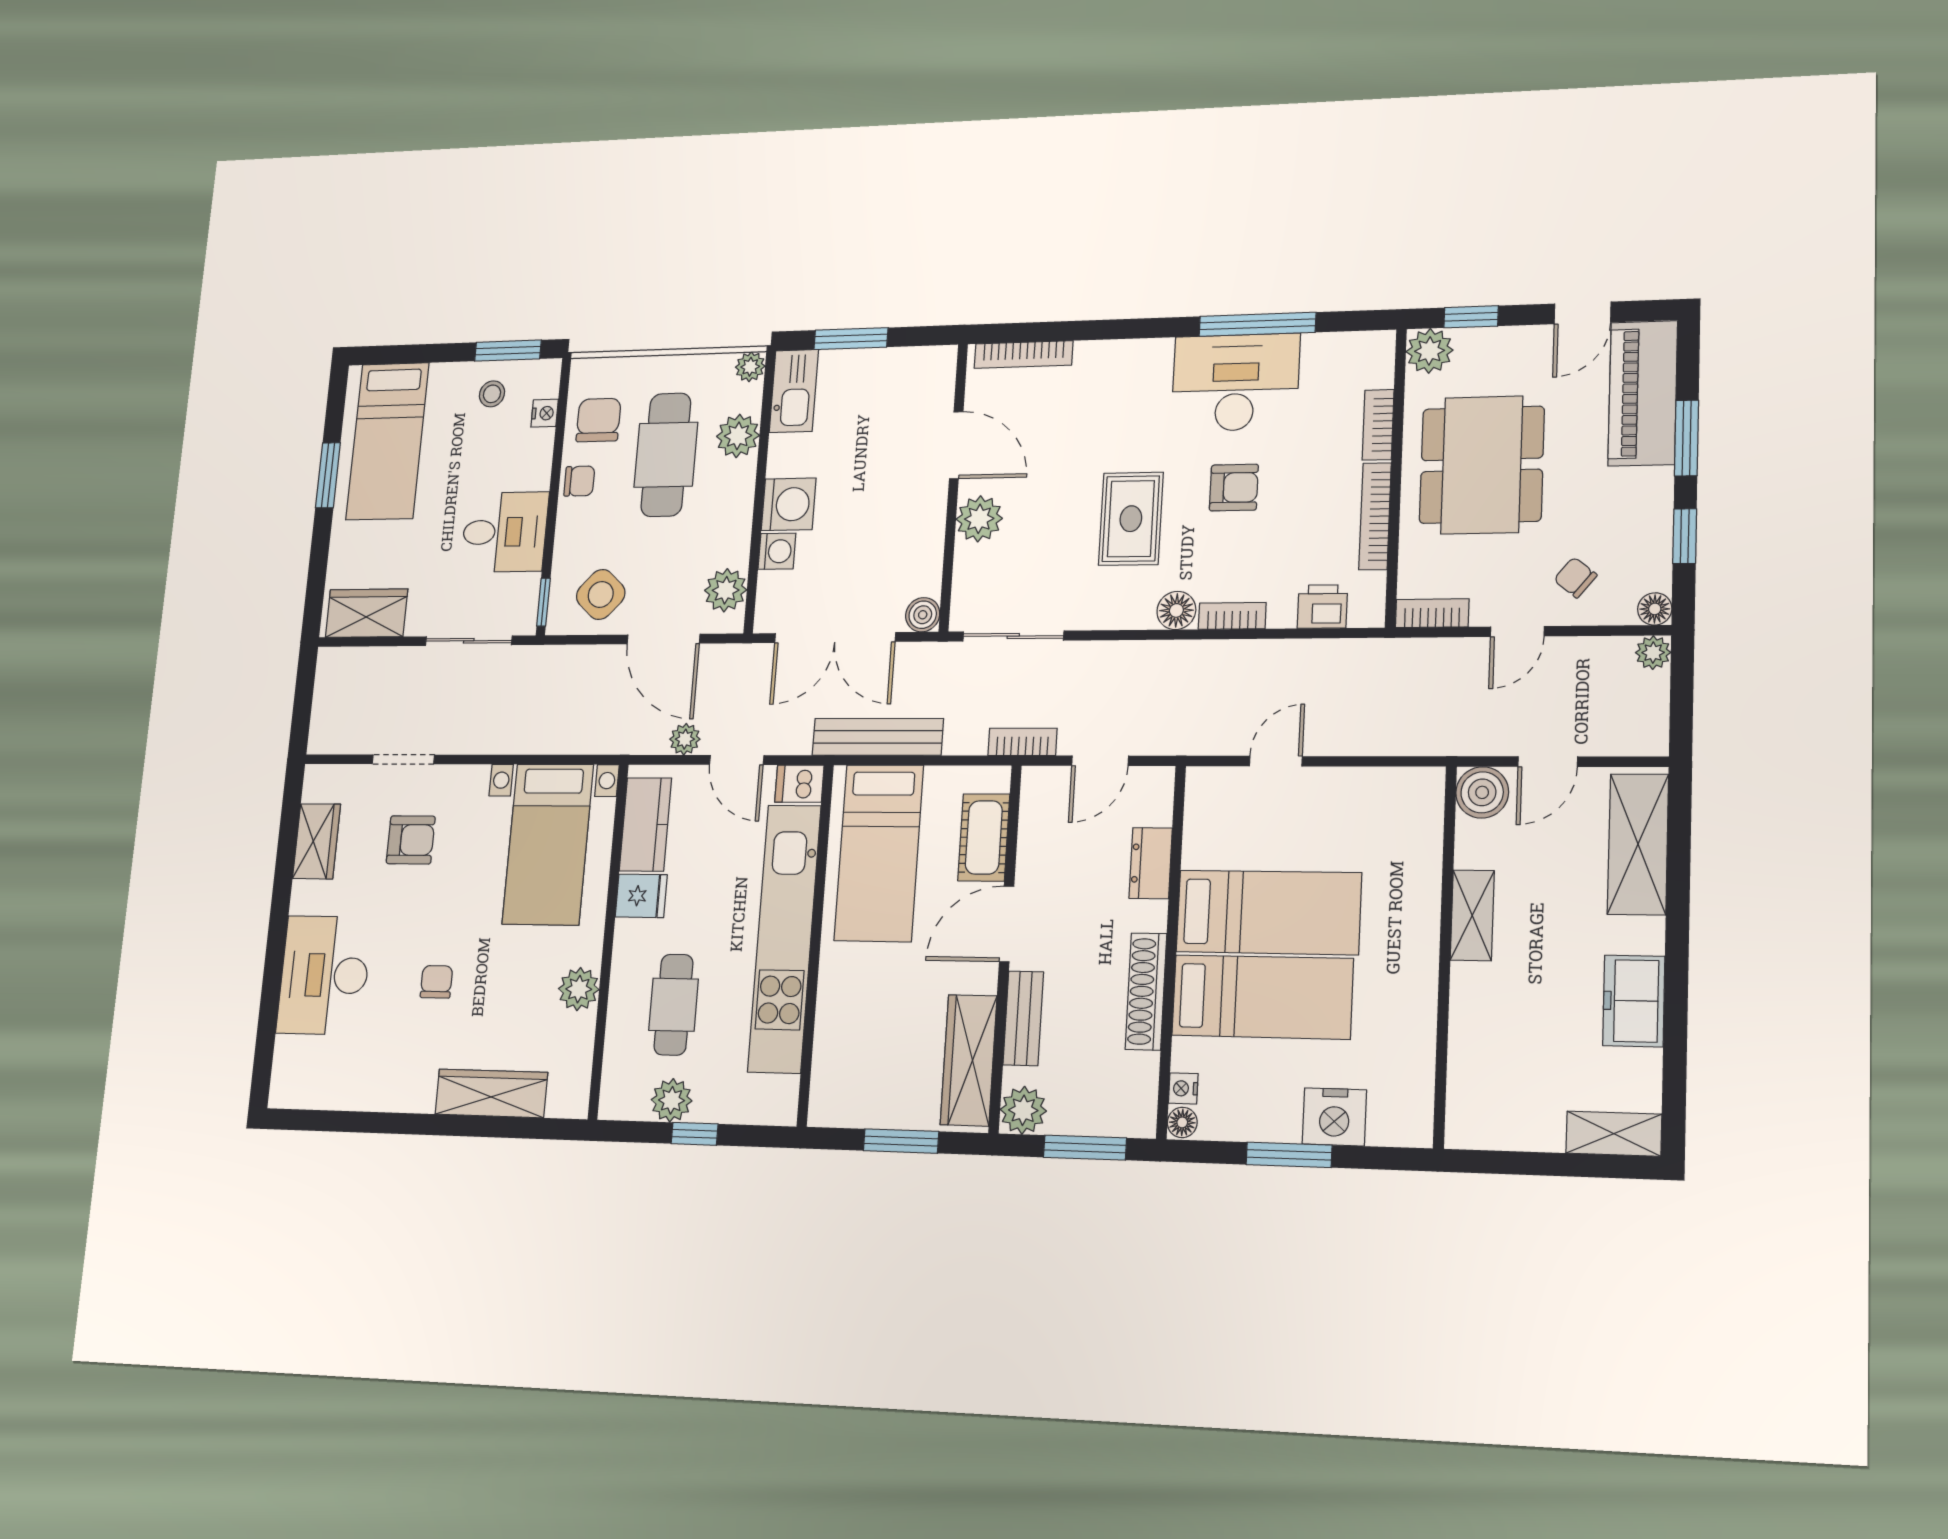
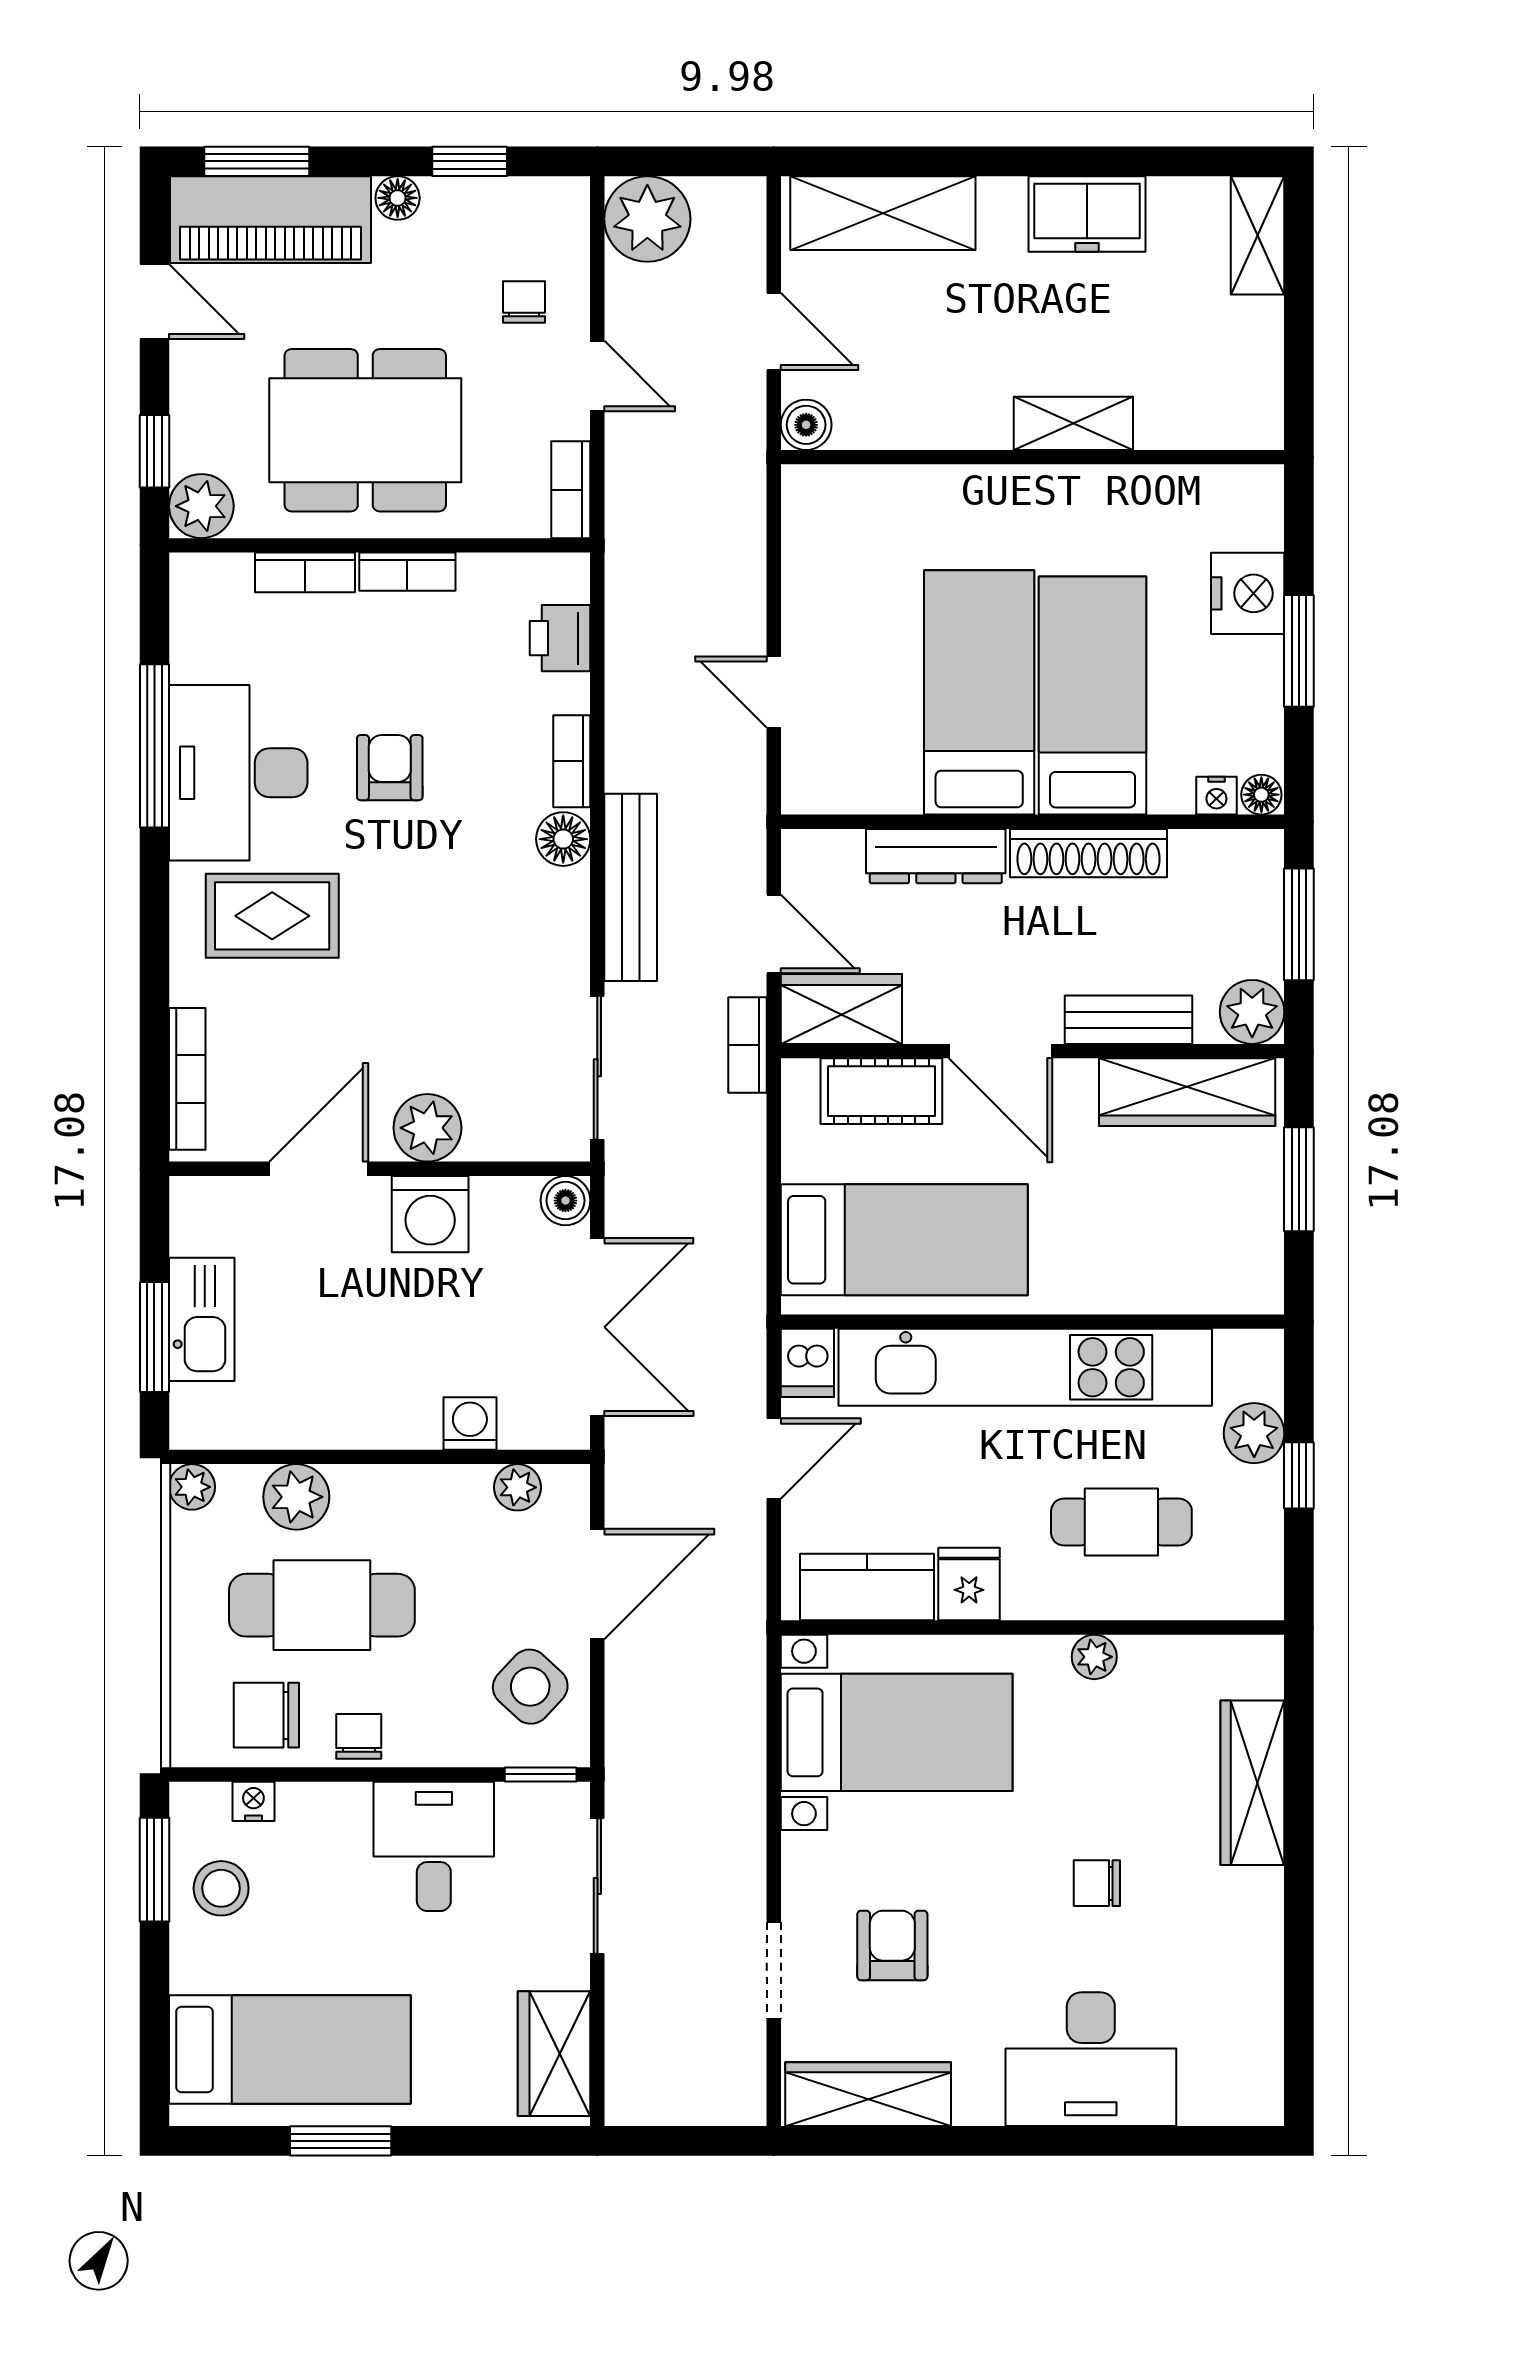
kitchen sink: (794, 391) -> (202, 1319), moved, turned 90
stool: (492, 394) -> (221, 1888), width x1.37, depth x1.37
window: (1687, 438) -> (257, 161), moved
washing machine: (789, 504) -> (430, 1214), moved, turned 180
bookcase: (1375, 516) -> (407, 572), width x0.64
rug: (1131, 519) -> (272, 916), moved
chair: (1575, 578) -> (524, 302), turned 141
plant: (726, 590) -> (518, 1487), width x0.73, depth x0.73
floor lamp: (1655, 609) -> (398, 198), moved
plant: (1653, 653) -> (647, 219), width x1.87, depth x1.87
bench: (878, 737) -> (631, 887), moved
plant: (685, 739) -> (744, 1539), removed
boiler: (1482, 792) -> (806, 425), width x0.73, depth x0.73
wardrobe: (1044, 809) -> (841, 1009), added
wardrobe: (317, 841) -> (868, 2094), width x1.50
dresser: (1151, 863) -> (936, 856), width x1.44
shelving: (1472, 915) -> (1073, 423), moved
plant: (579, 989) -> (1094, 1657), width x0.73, depth x0.73
plant: (672, 1100) -> (1254, 1433), moved

